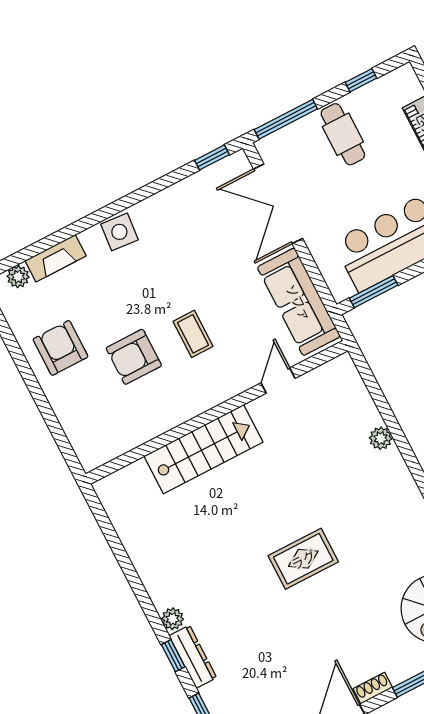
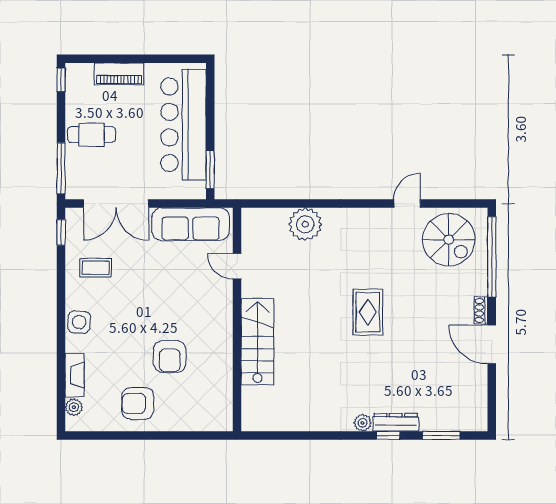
window: (361, 80) -> (61, 80), moved
coffee table: (193, 334) -> (96, 268), moved
plant: (381, 438) -> (305, 224), width x1.87, depth x1.87

